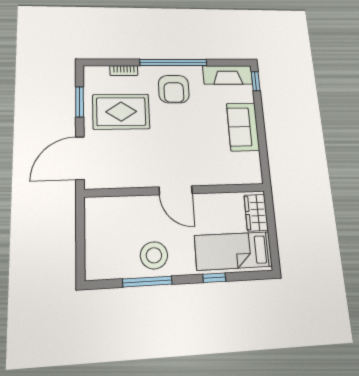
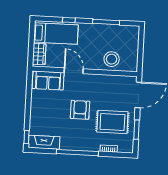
armchair: (174, 89) -> (80, 110), moved
sofa: (243, 127) -> (48, 80), moved, turned 90
door: (176, 190) -> (74, 71), moved
stool: (154, 255) -> (112, 59), moved

